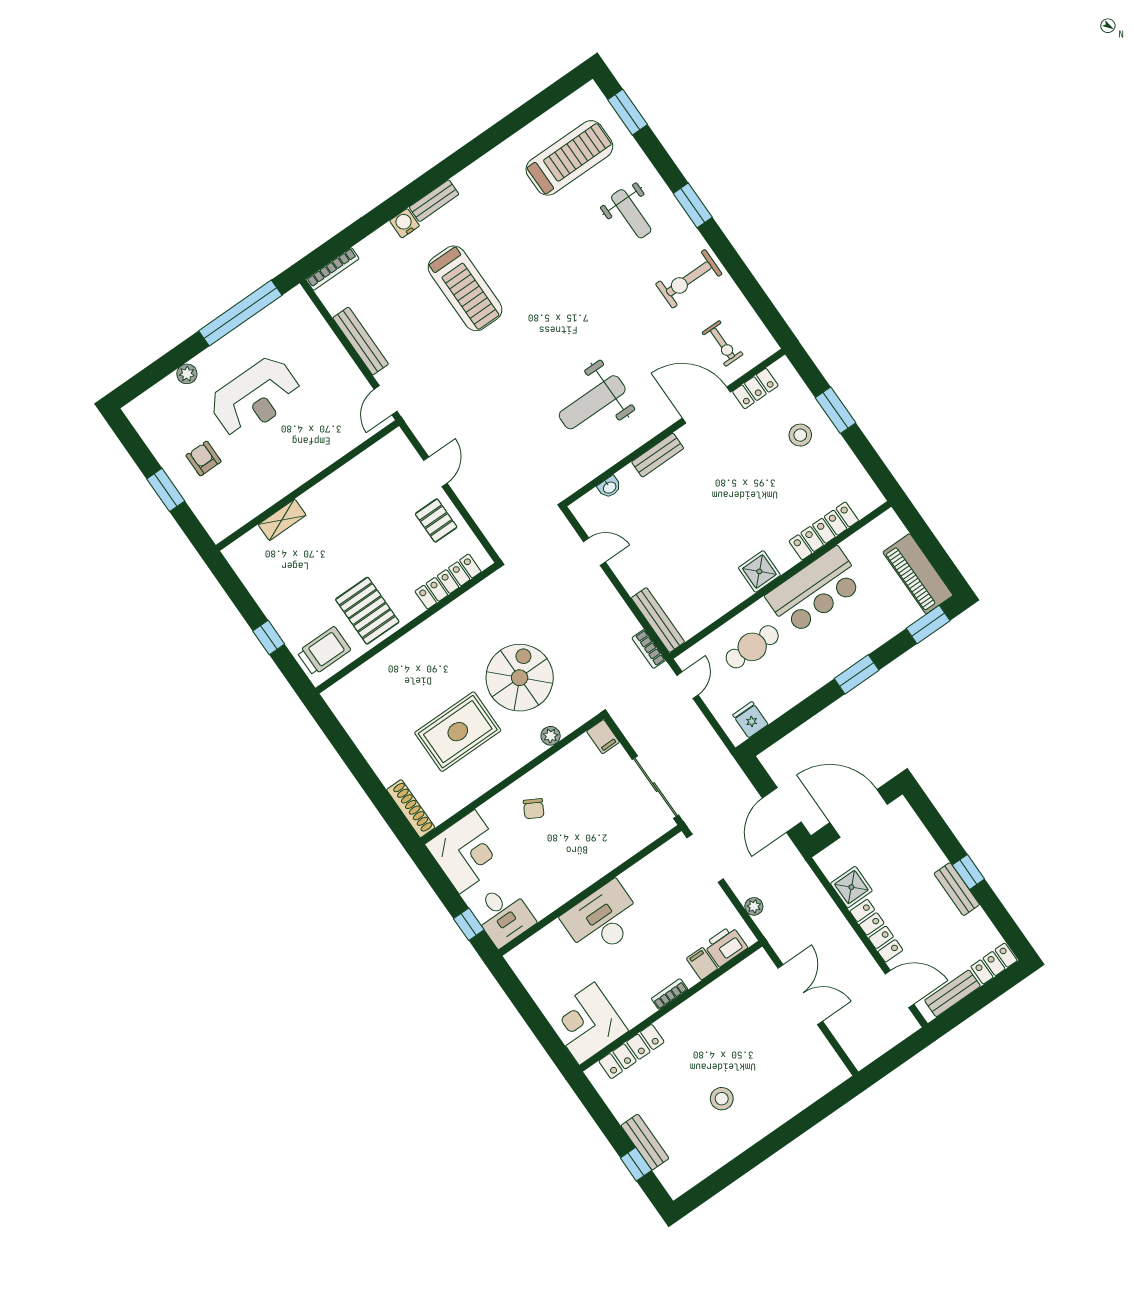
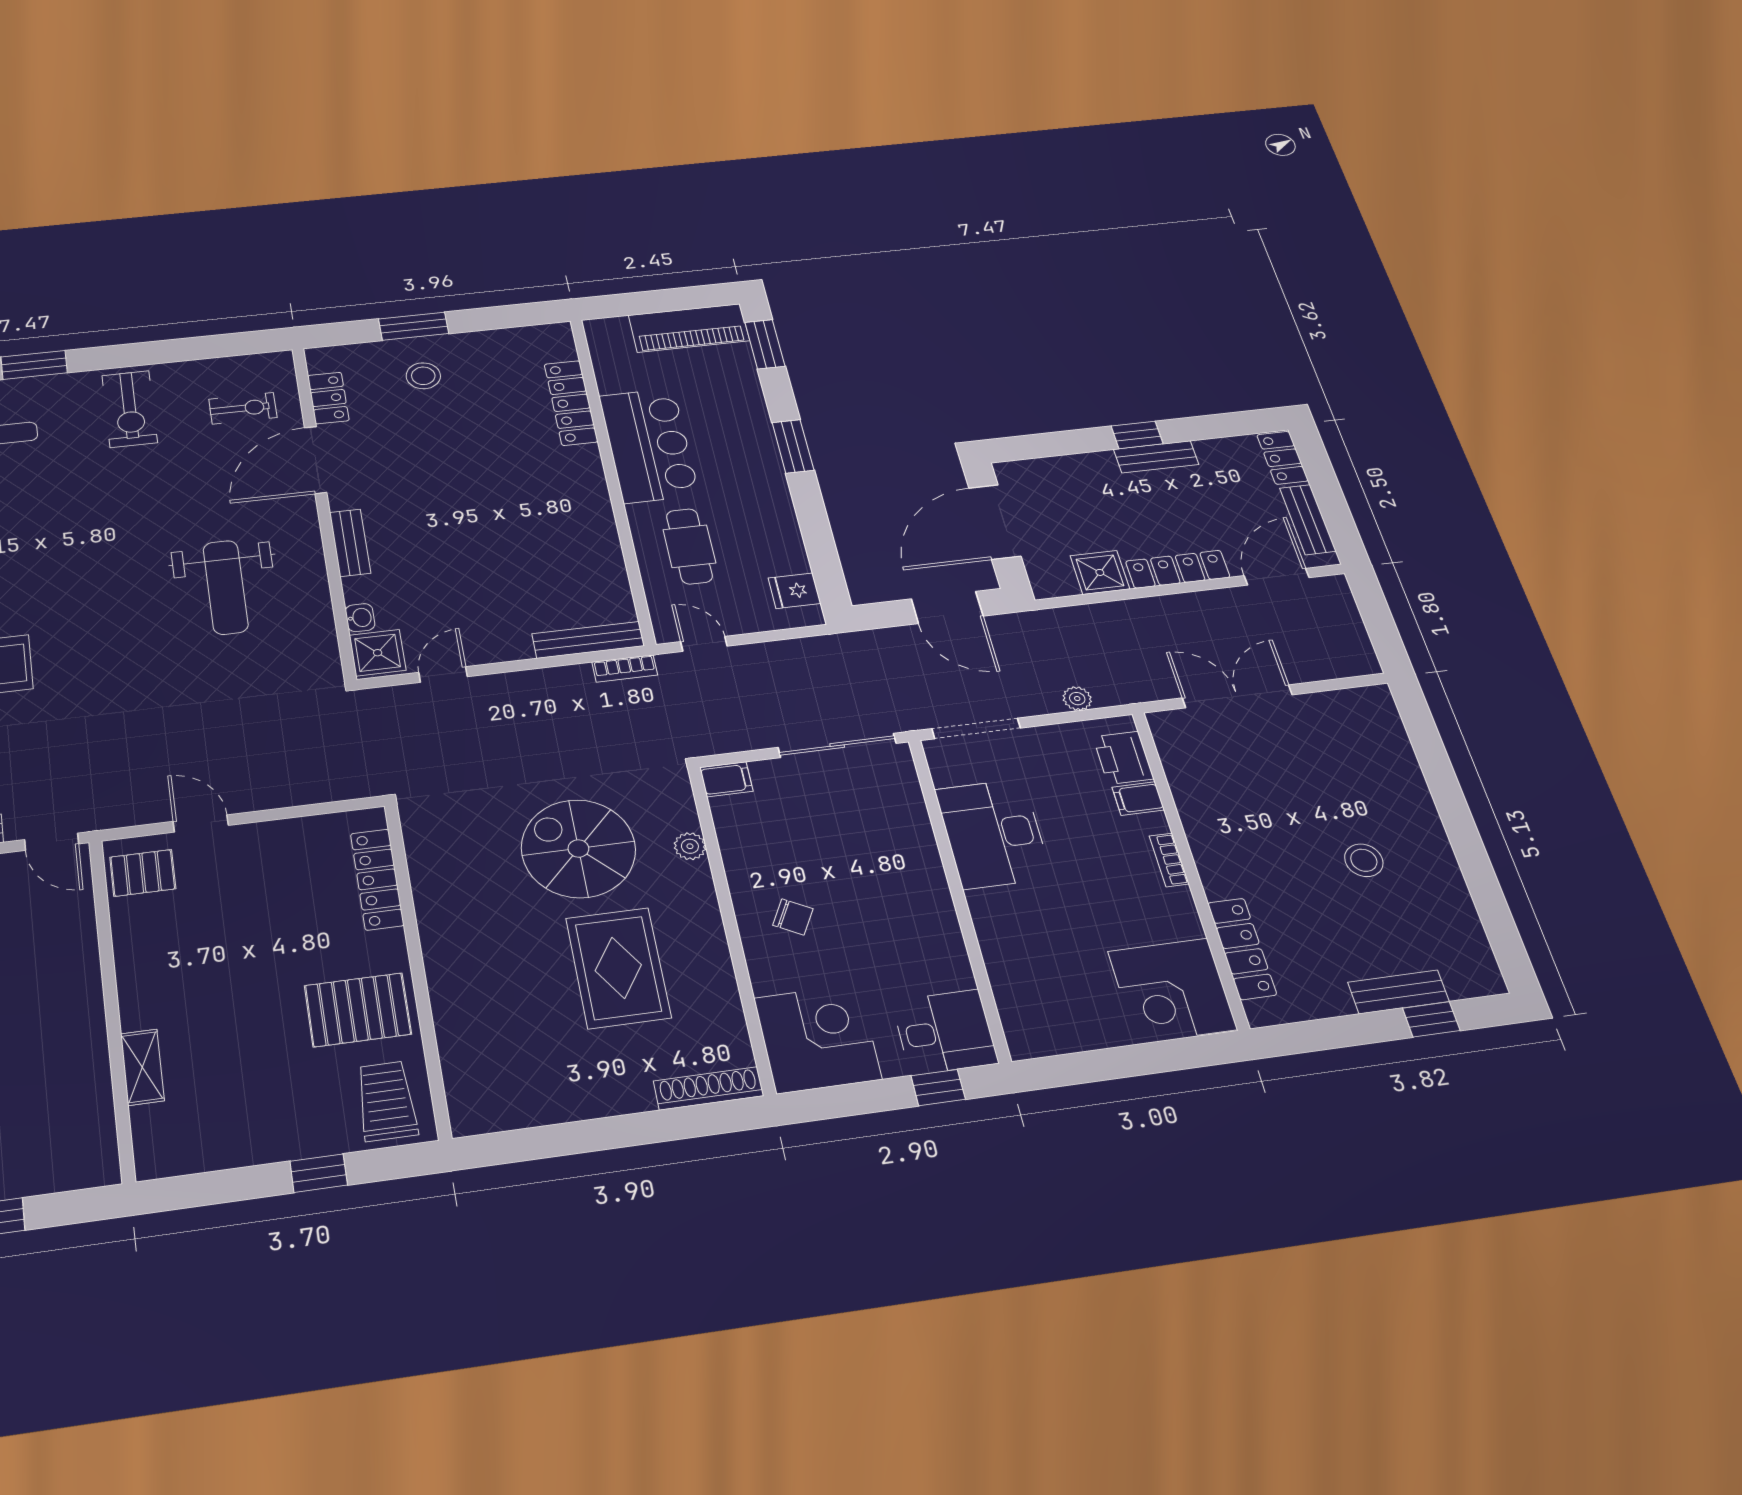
pallet: (436, 520) -> (143, 873), moved
shower: (759, 571) -> (378, 653), moved
desk: (603, 920) -> (993, 834), moved

